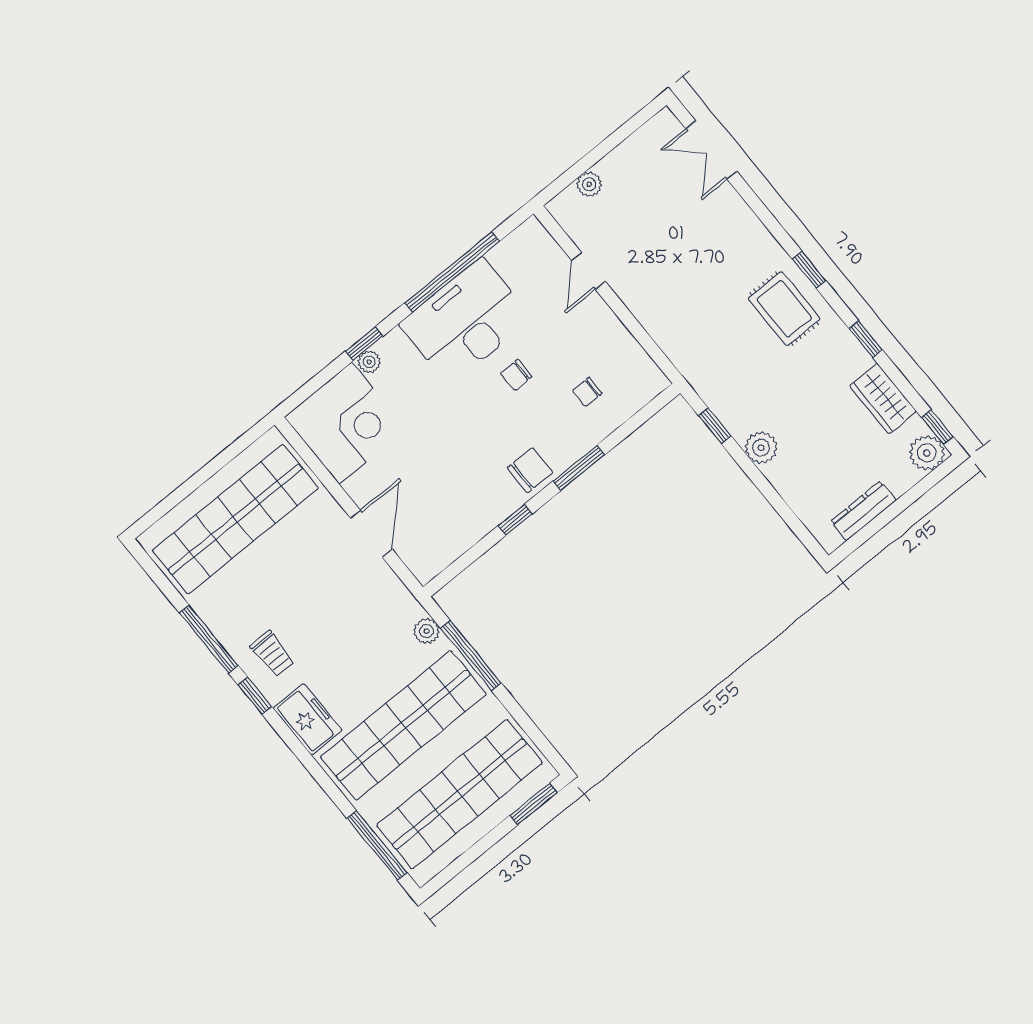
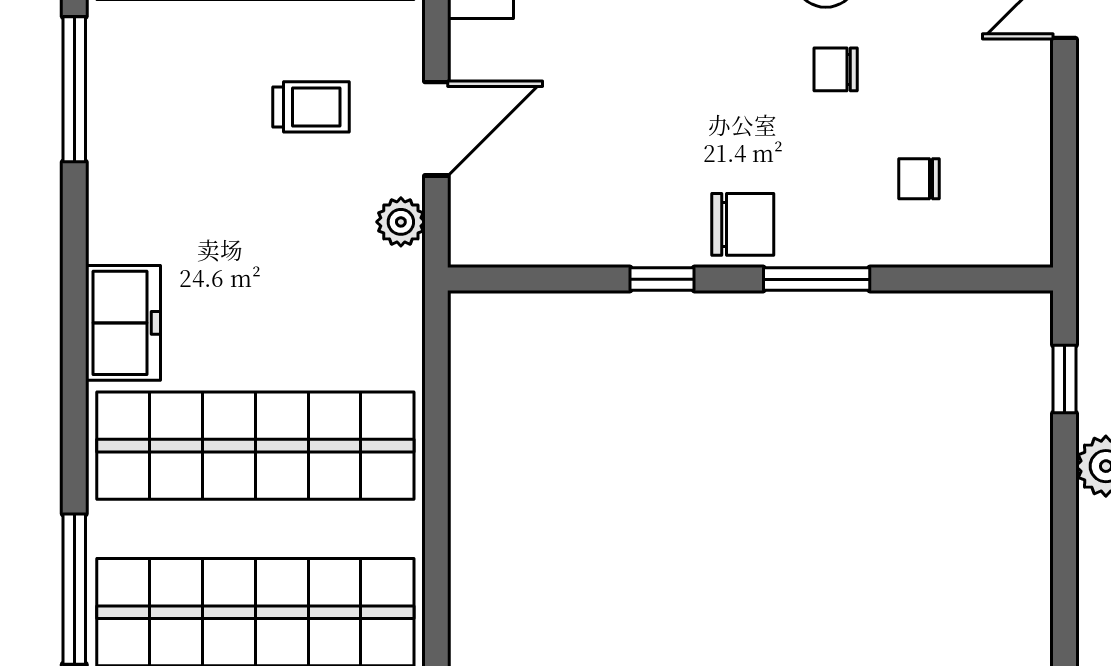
plant: (426, 631) -> (401, 222), moved
trolley: (272, 654) -> (311, 107), moved, turned -90
window: (471, 656) -> (436, 424), removed
window: (255, 696) -> (74, 226), removed

